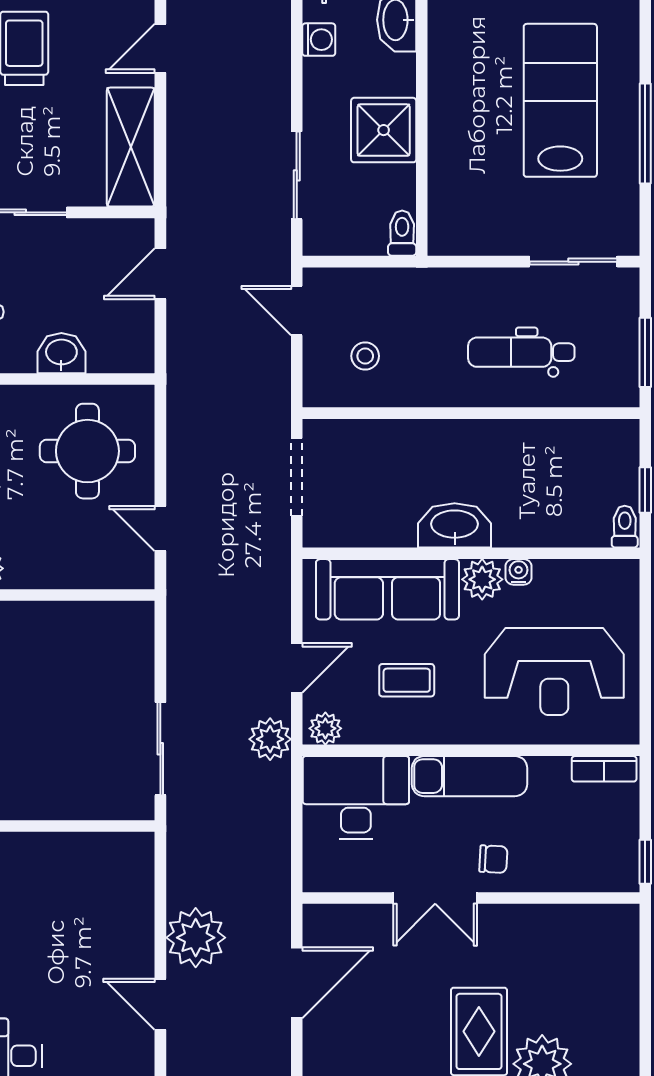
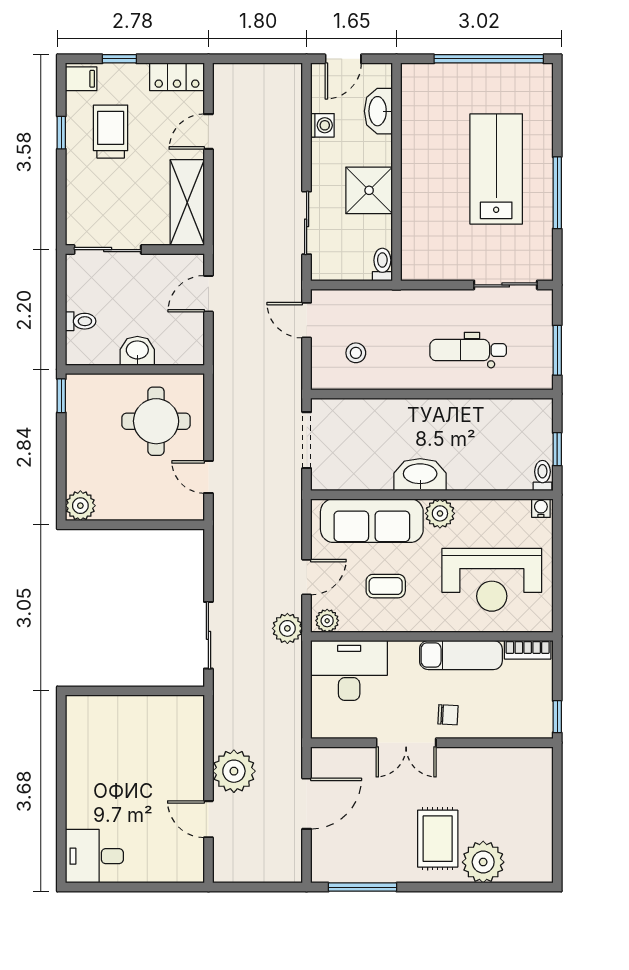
water cooler: (519, 572) -> (541, 508), moved
exam couch: (470, 776) -> (461, 655), moved

